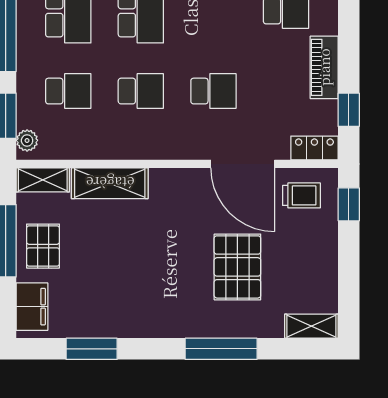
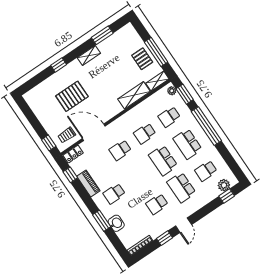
pallet: (237, 267) -> (72, 96), turned 90
filing cabinet: (32, 307) -> (132, 36), removed
shelving: (311, 326) -> (89, 55), moved
window: (221, 349) -> (59, 65), width x0.46

